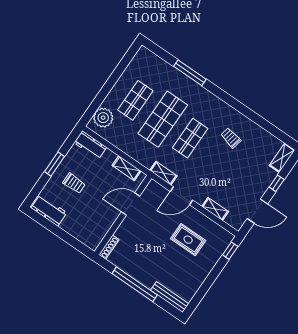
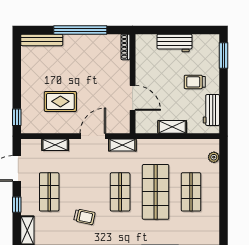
plant: (103, 118) -> (214, 157), width x0.53, depth x0.53
workbench: (90, 145) -> (211, 110), moved, turned -90
window: (54, 164) -> (224, 55), moved
shelving: (127, 168) -> (172, 127), moved
shop shelf: (245, 176) -> (49, 192), added
door: (131, 204) -> (133, 98), hinge flipped
workbench: (49, 210) -> (174, 43), moved

